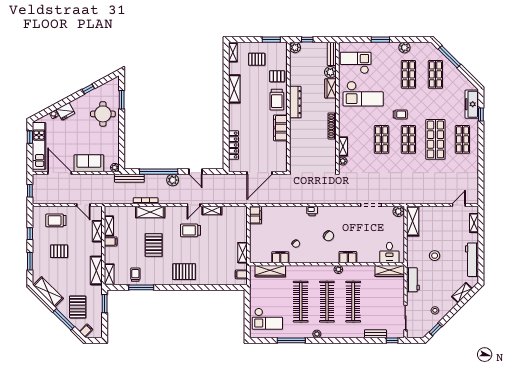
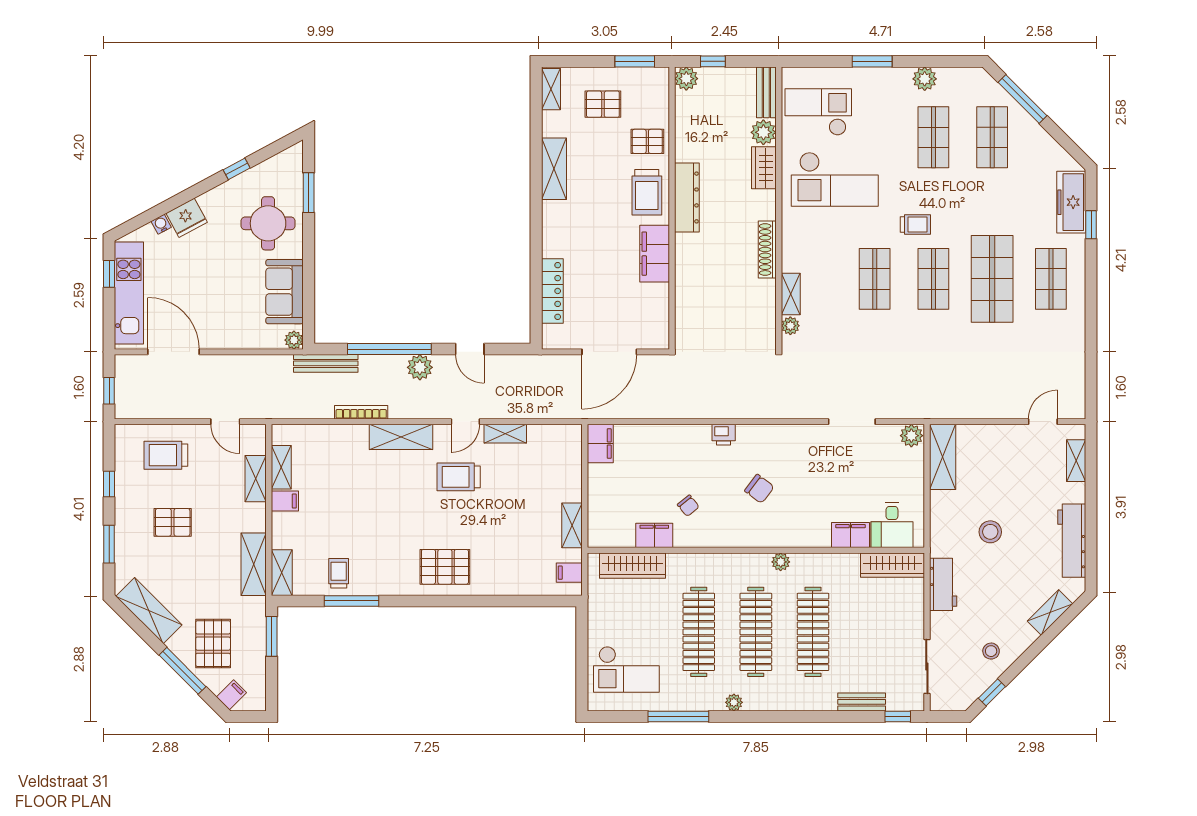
sofa: (89, 163) -> (285, 292), moved, turned -90
shelving: (150, 212) -> (401, 437), moved
pallet: (154, 245) -> (378, 509), removed
filing cabinet: (348, 257) -> (850, 535), moved

